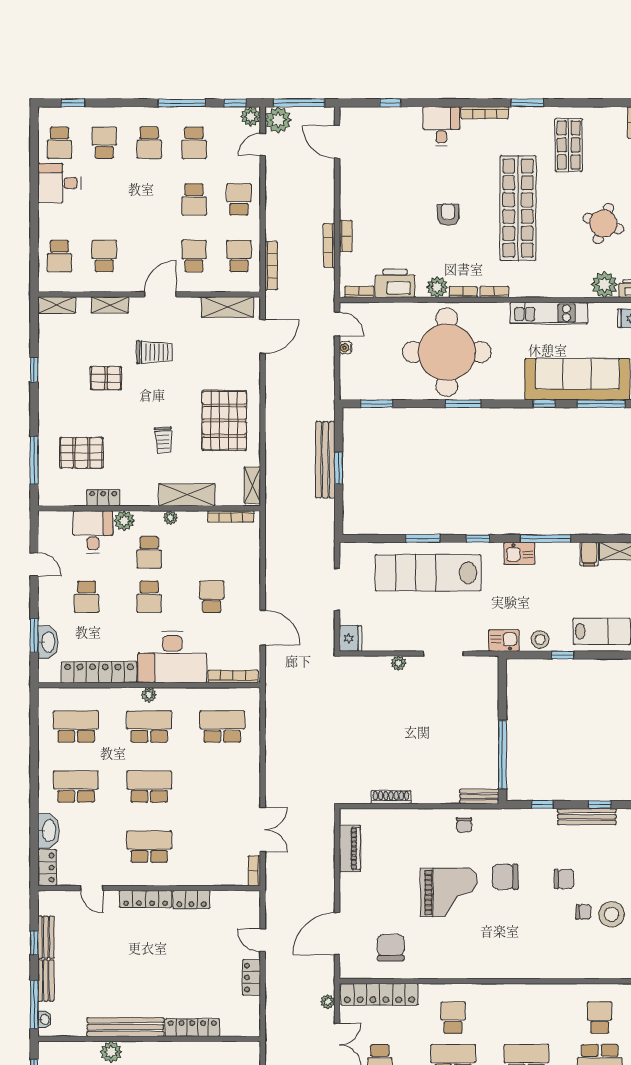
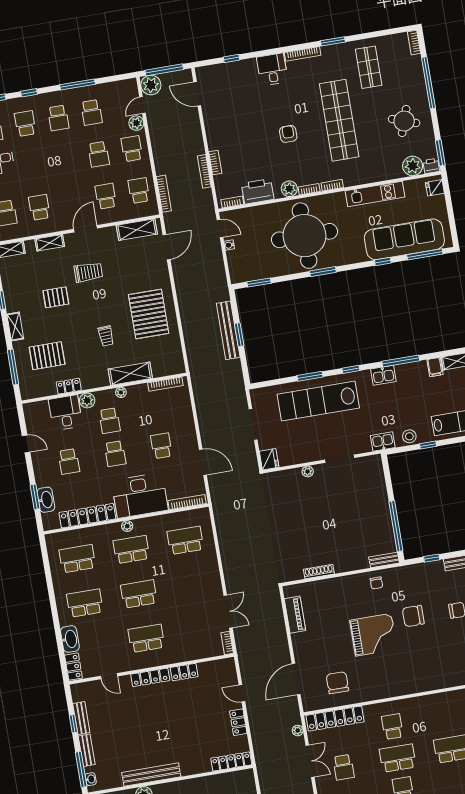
window: (235, 103) -> (29, 93), moved
plant: (251, 117) -> (136, 123), moved
shelving: (252, 485) -> (15, 326), moved
locker: (192, 1028) -> (231, 762), moved

